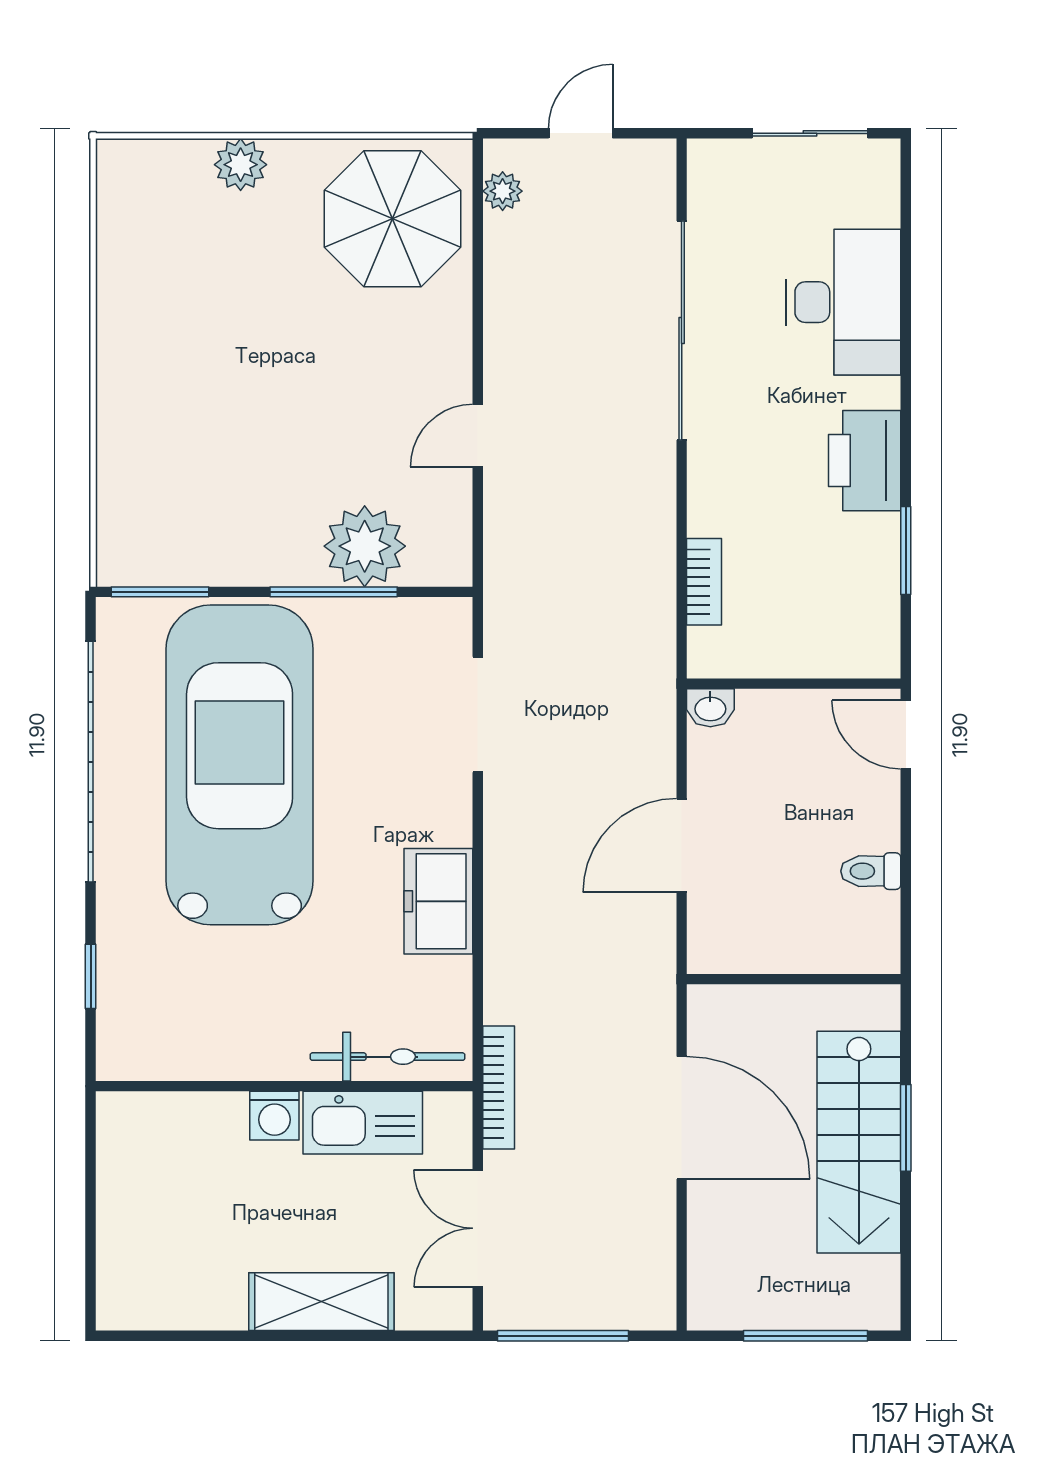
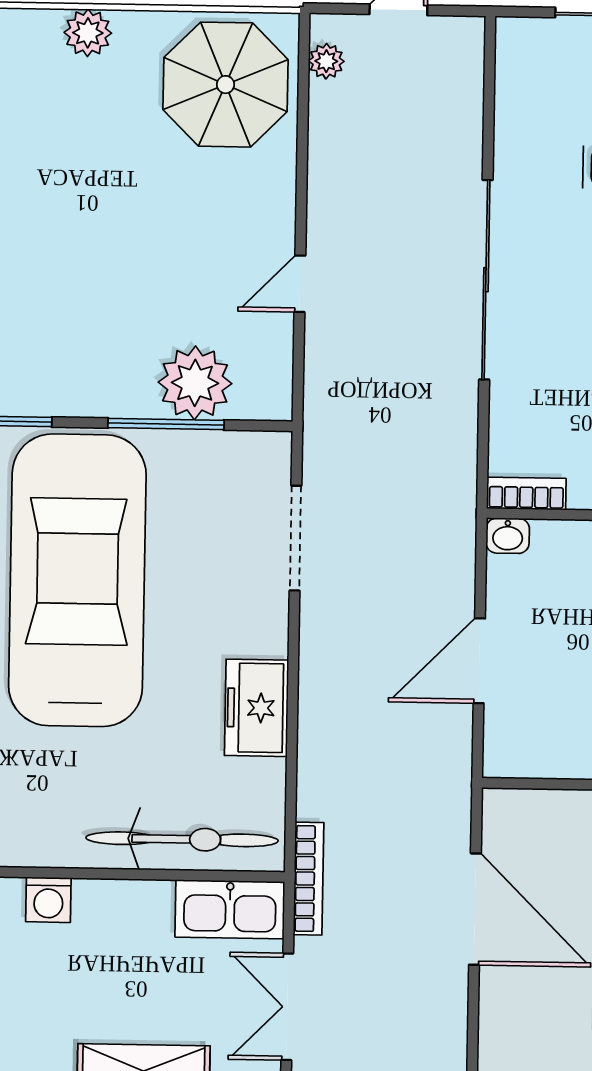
sliding door: (682, 331) -> (486, 280), moved
bookcase: (704, 582) -> (526, 494), moved, turned -90
bicycle: (388, 1057) -> (182, 839), width x1.37, depth x1.40
washing machine: (274, 1116) -> (48, 900), moved
kitchen sink: (363, 1123) -> (230, 909), moved

